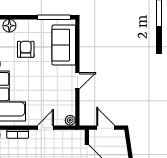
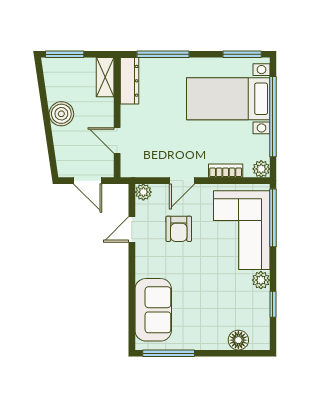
armchair: (26, 49) -> (179, 229), moved
door: (77, 81) -> (132, 229), moved

